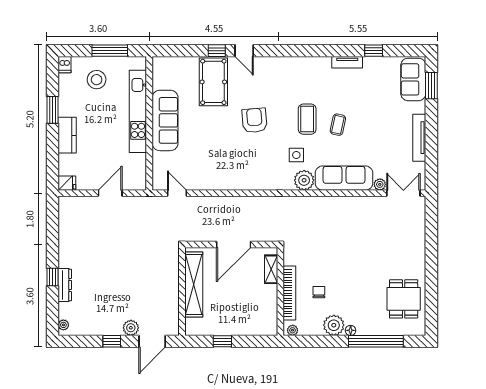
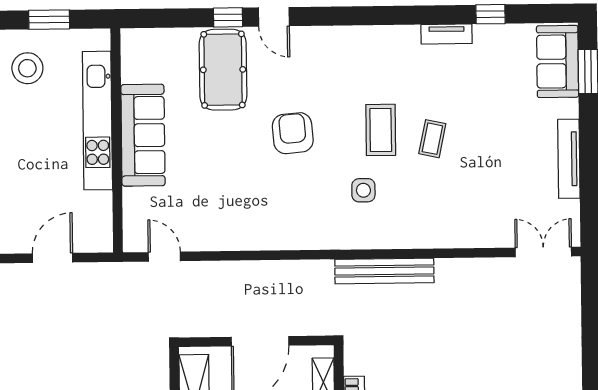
window: (110, 51) -> (49, 20), width x0.69
sofa: (344, 178) -> (444, 228), removed
plant: (304, 180) -> (377, 232), removed
plant: (380, 184) -> (504, 238), removed
bench: (308, 203) -> (384, 271), added

